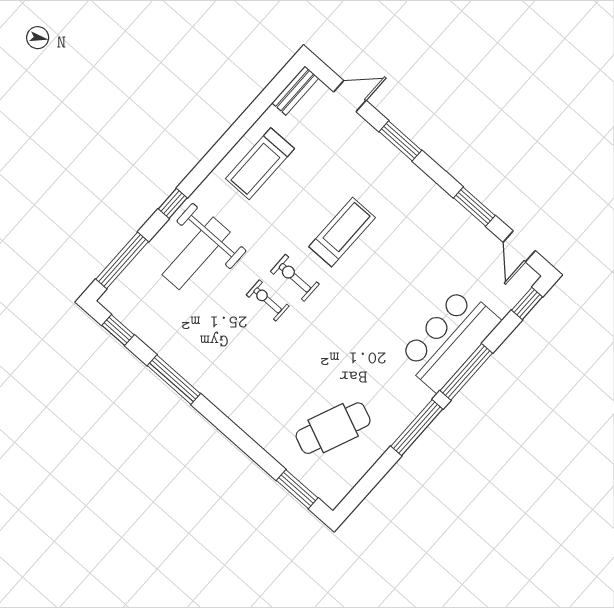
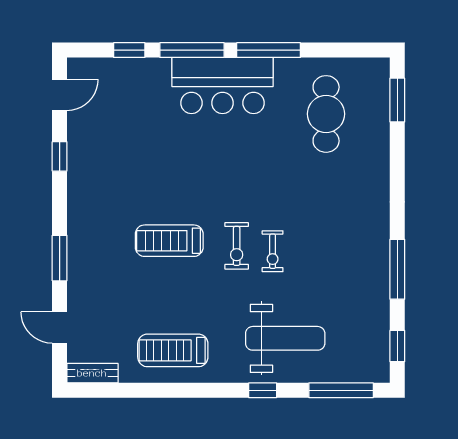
treadmill: (260, 164) -> (173, 350), turned 180
window: (474, 207) -> (60, 156), width x0.67
window: (527, 303) -> (129, 50), moved
bar counter: (449, 339) -> (223, 86), moved
cafe table: (333, 428) -> (326, 114), turned 67

